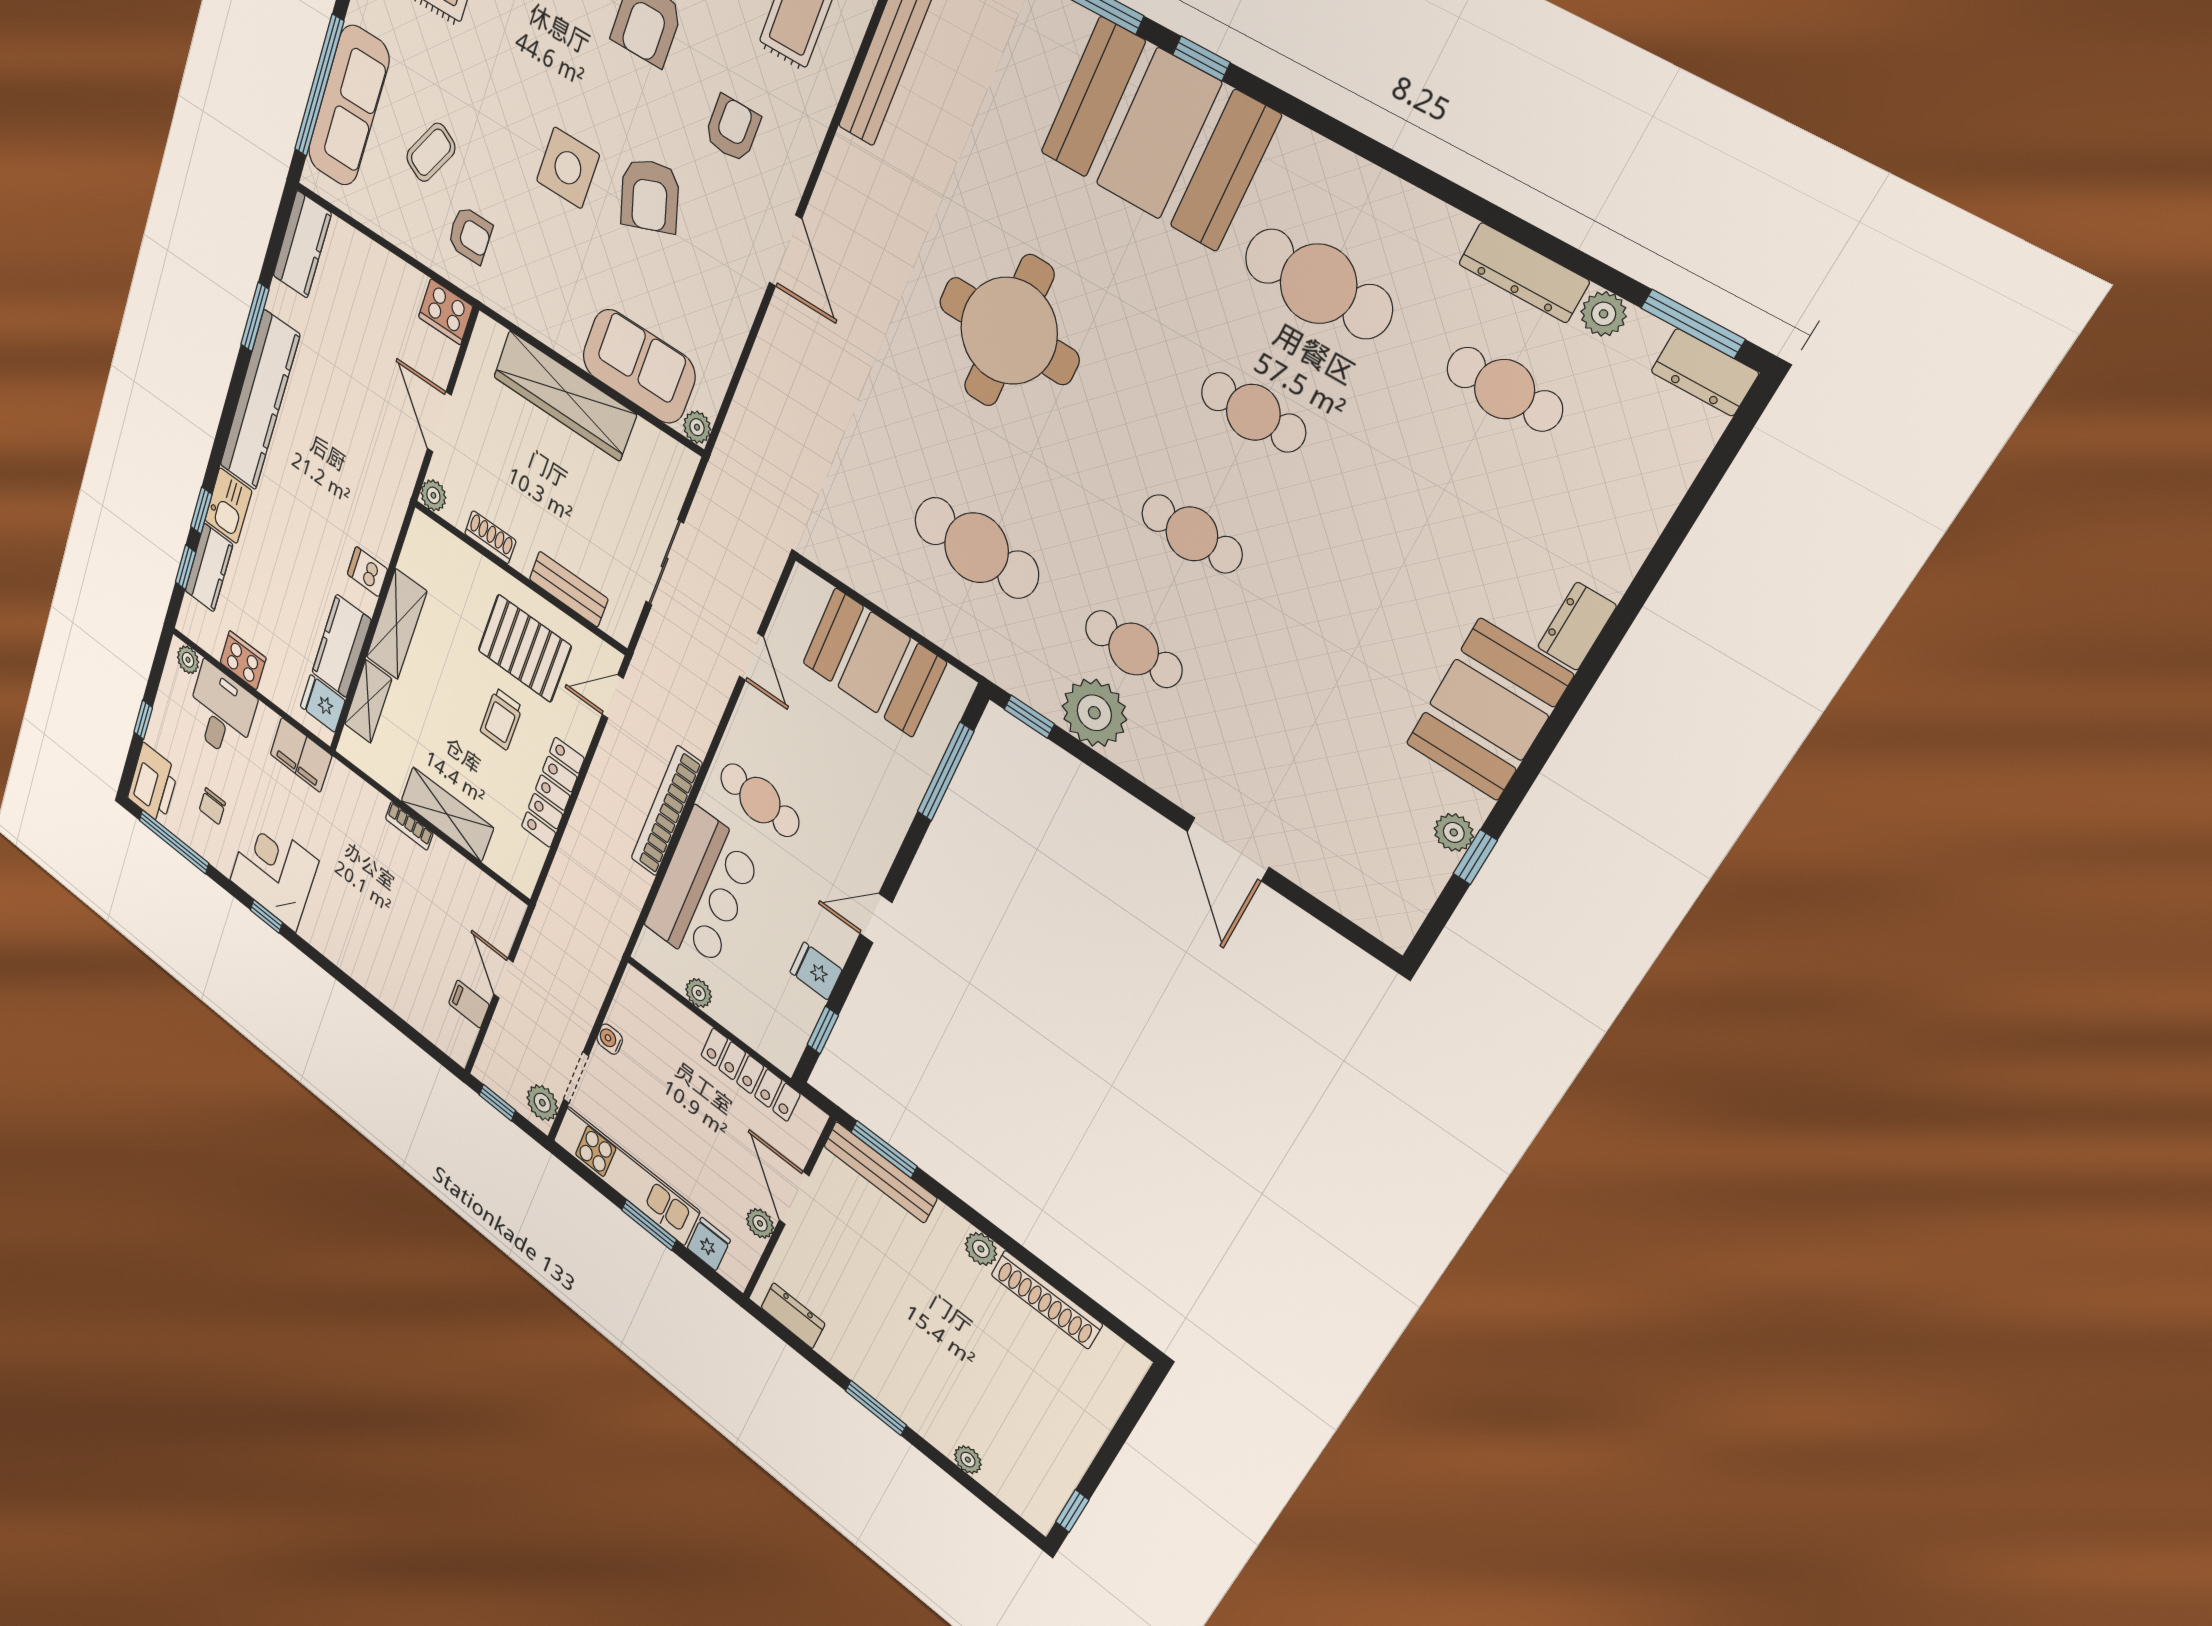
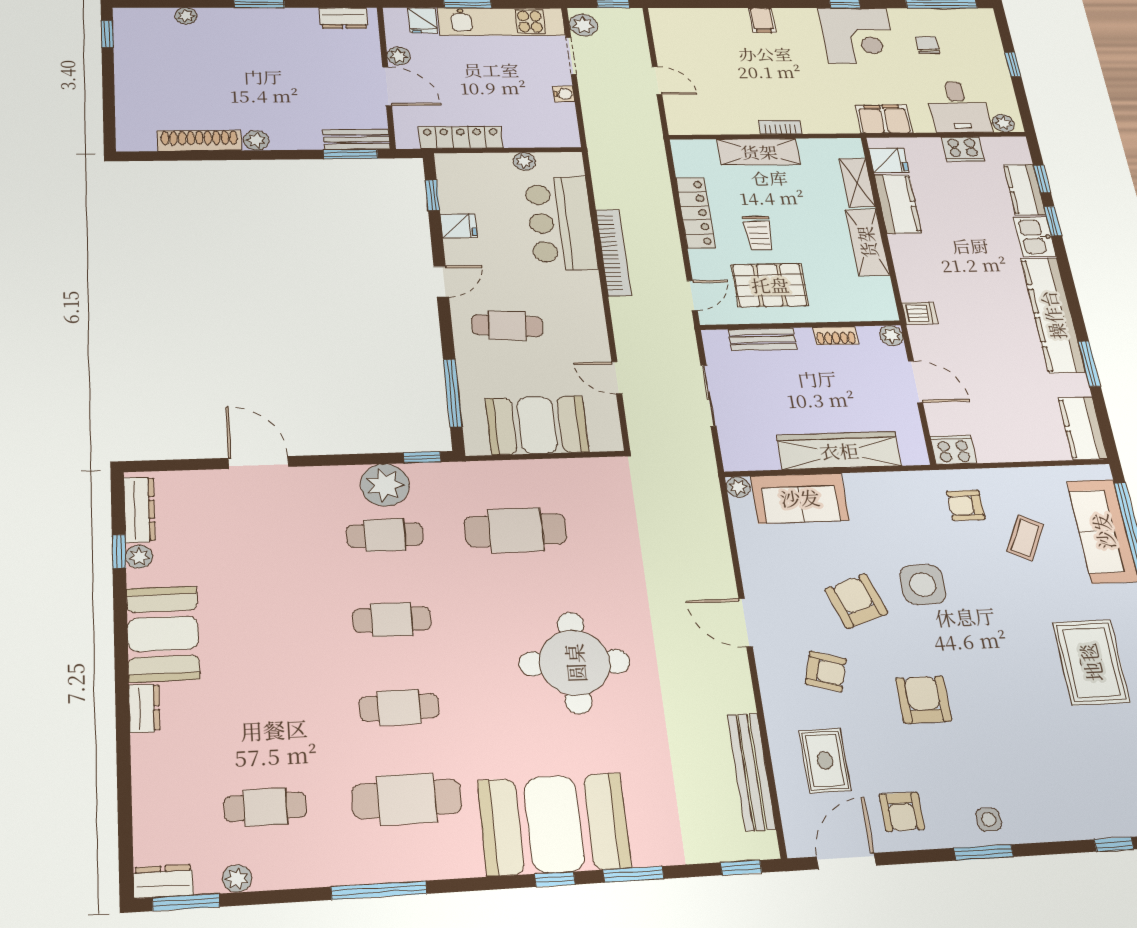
armchair: (732, 129) -> (826, 671), turned -73
window: (1429, 182) -> (379, 890), added
dresser: (1524, 273) -> (139, 510), moved, turned 90
dishwasher: (367, 572) -> (920, 313), moved
trolley: (501, 719) -> (758, 233), turned 180
printer: (153, 784) -> (980, 29), removed
cafe table: (760, 800) -> (507, 326), moved
filing cabinet: (469, 1004) -> (762, 20), moved, turned 90
bench: (880, 1172) -> (356, 139), width x0.73

